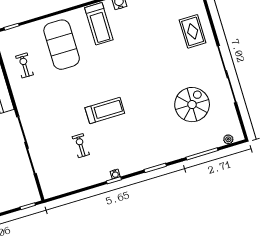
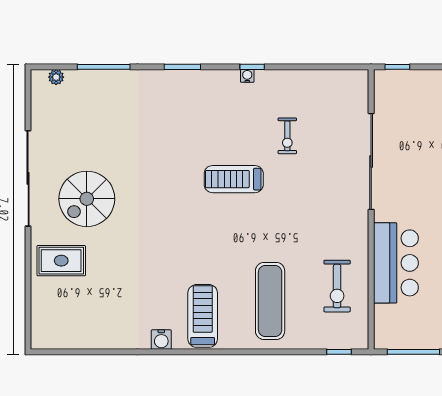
rug: (193, 31) -> (61, 261), turned 90
exercise mat: (62, 45) -> (270, 301), width x0.68
exercise bike: (25, 65) -> (337, 286), width x1.38, depth x1.39
spiral stairs: (192, 105) -> (87, 199), moved

